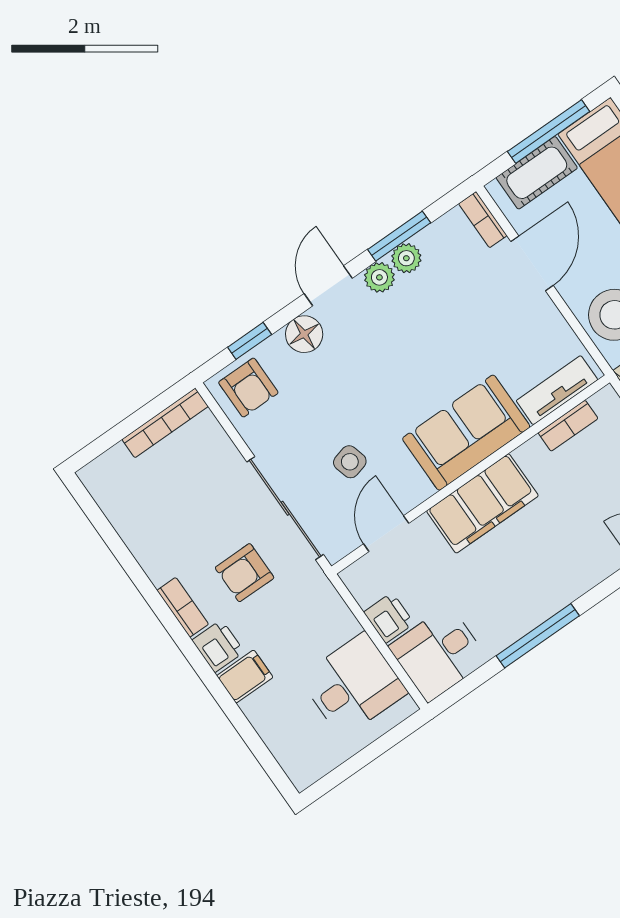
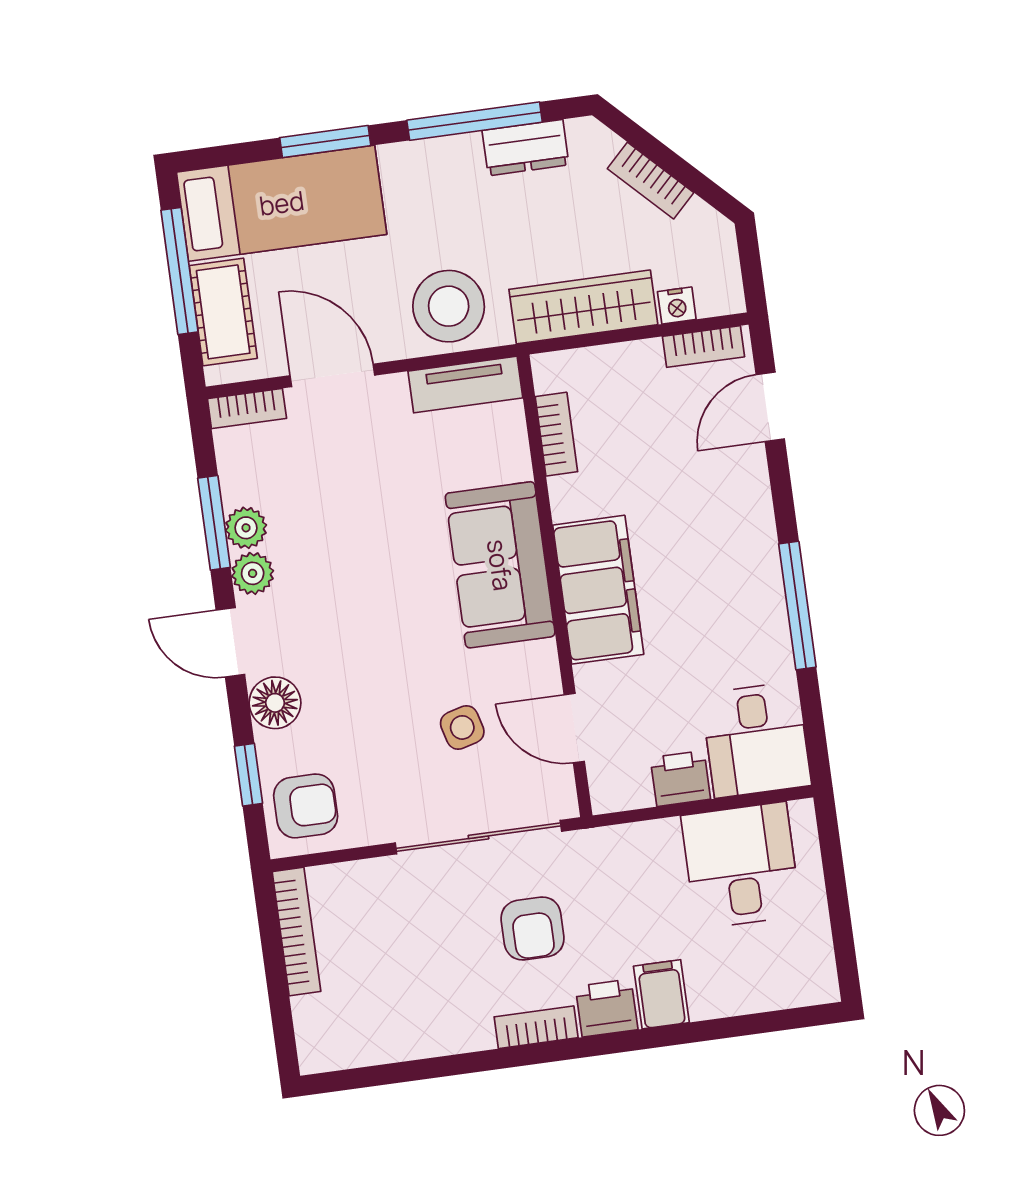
tv unit: (557, 390) -> (465, 385), moved, turned -90

